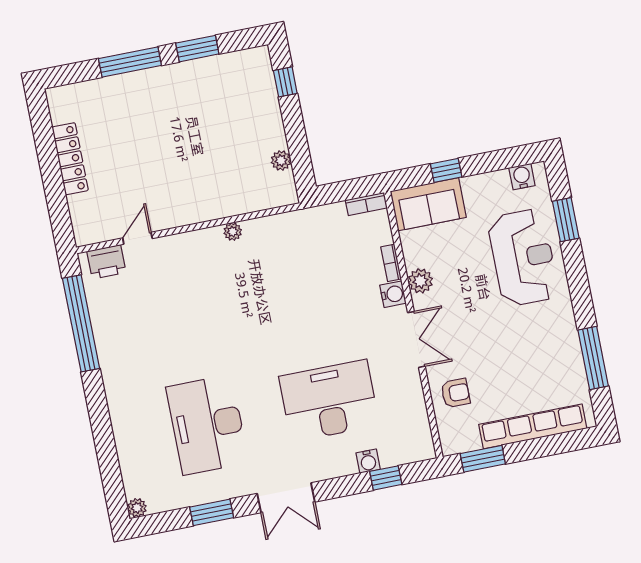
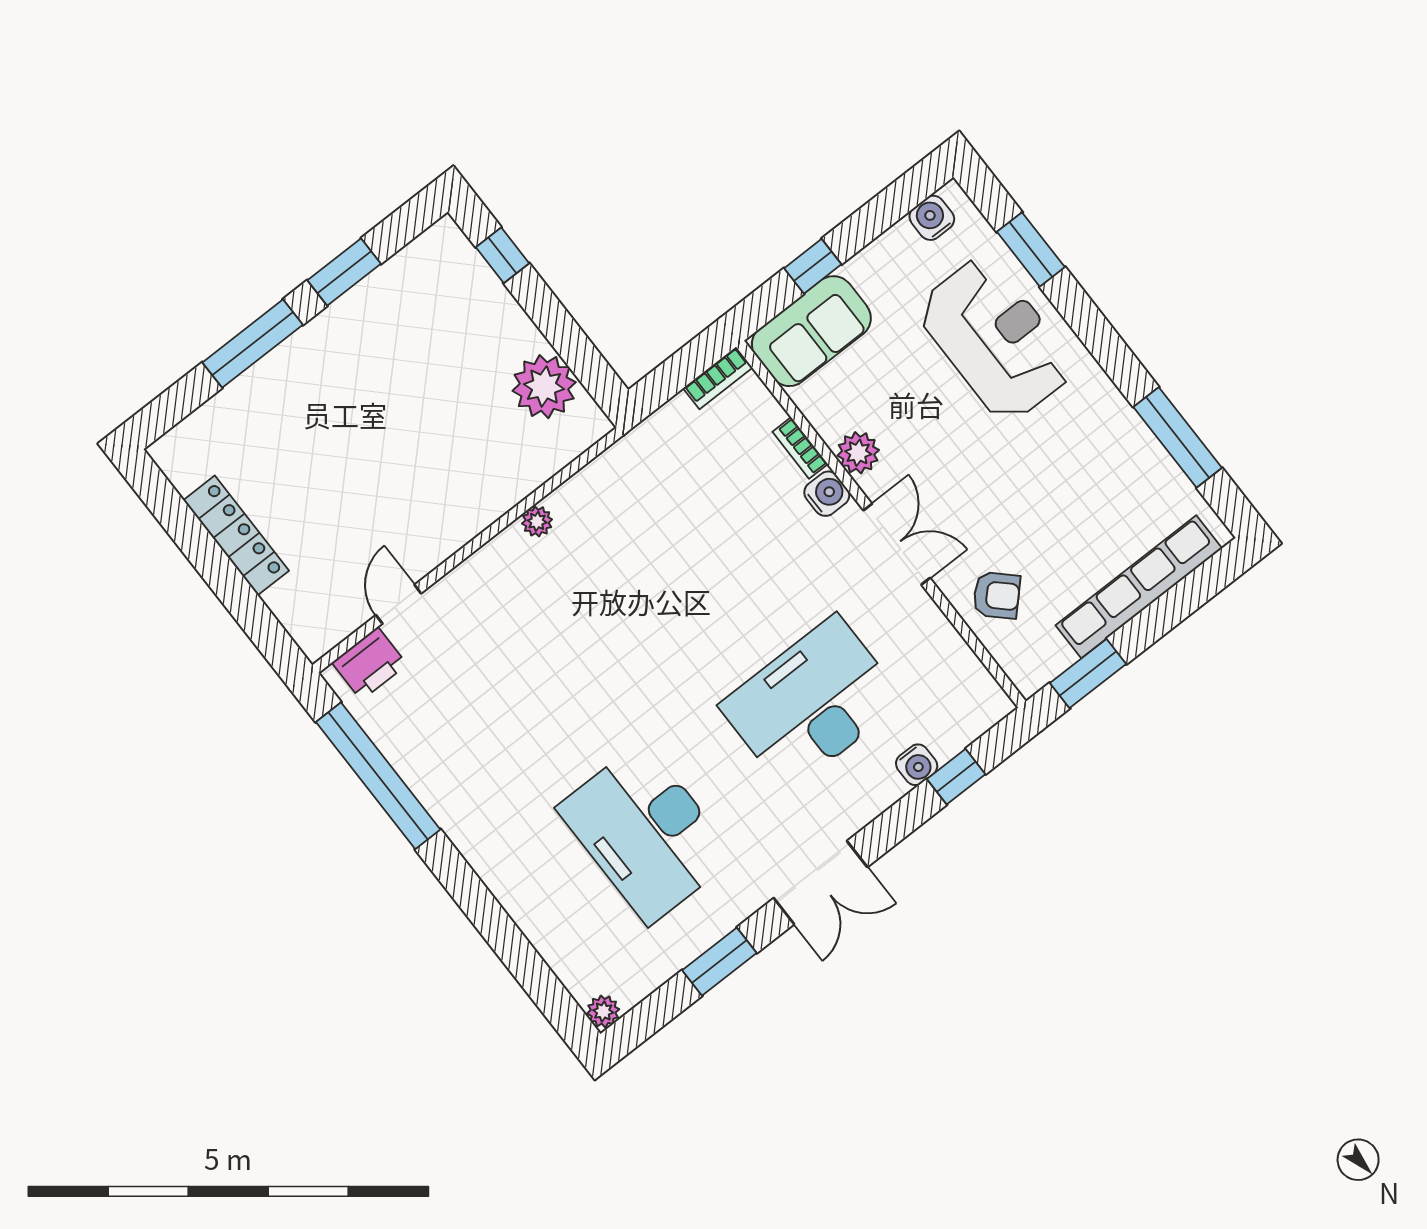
plant: (281, 161) -> (544, 387), width x1.88, depth x1.88
armchair: (455, 393) -> (997, 595), turned 44

